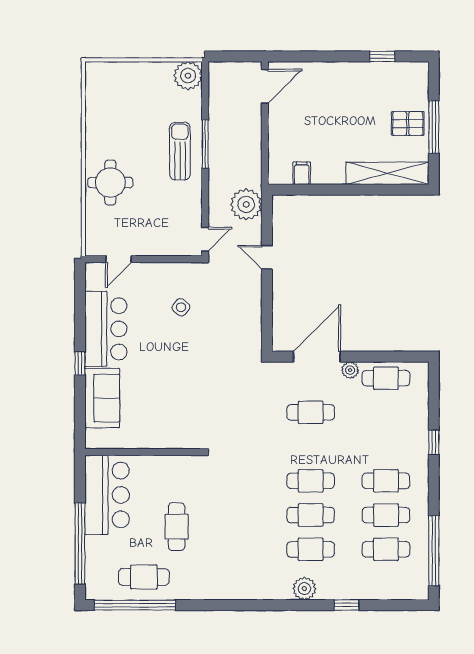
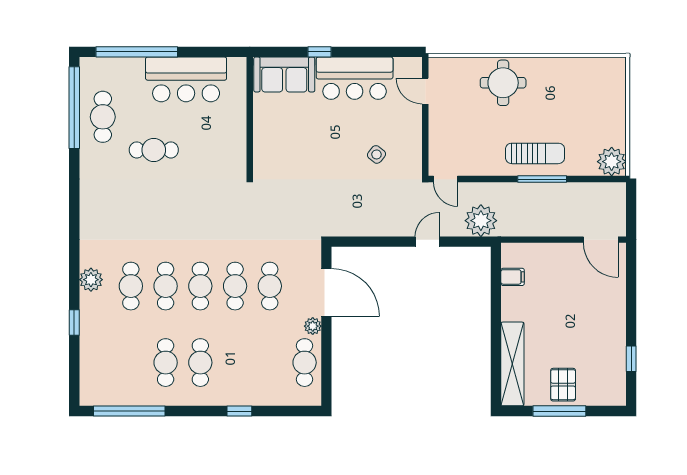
wall: (144, 452) -> (250, 116), moved
cafe table: (386, 549) -> (235, 286), moved

